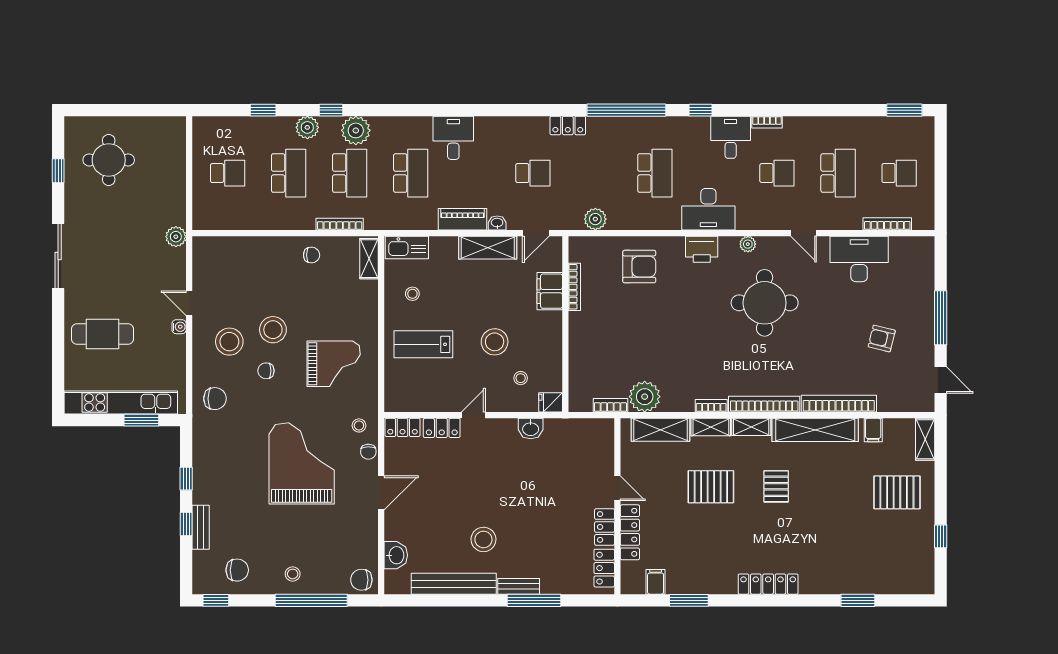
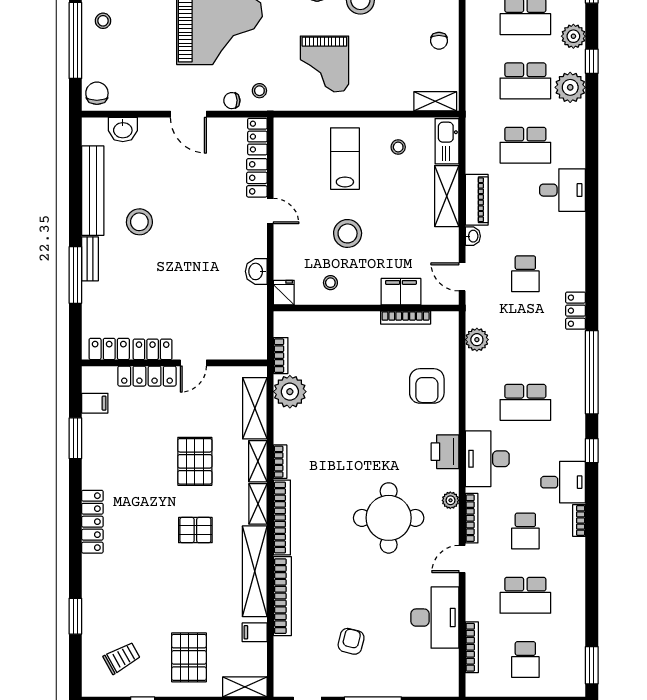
bookcase: (340, 224) -> (472, 518), moved
shelving: (488, 248) -> (447, 196), moved
stool: (521, 378) -> (330, 283), moved
trolley: (897, 556) -> (122, 658), added

